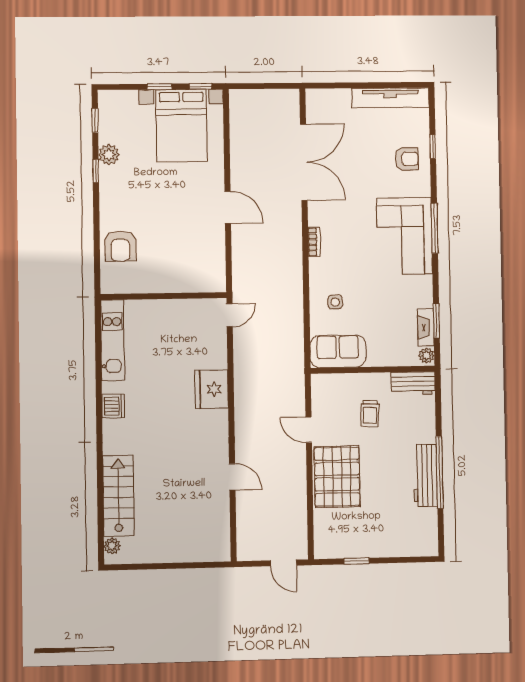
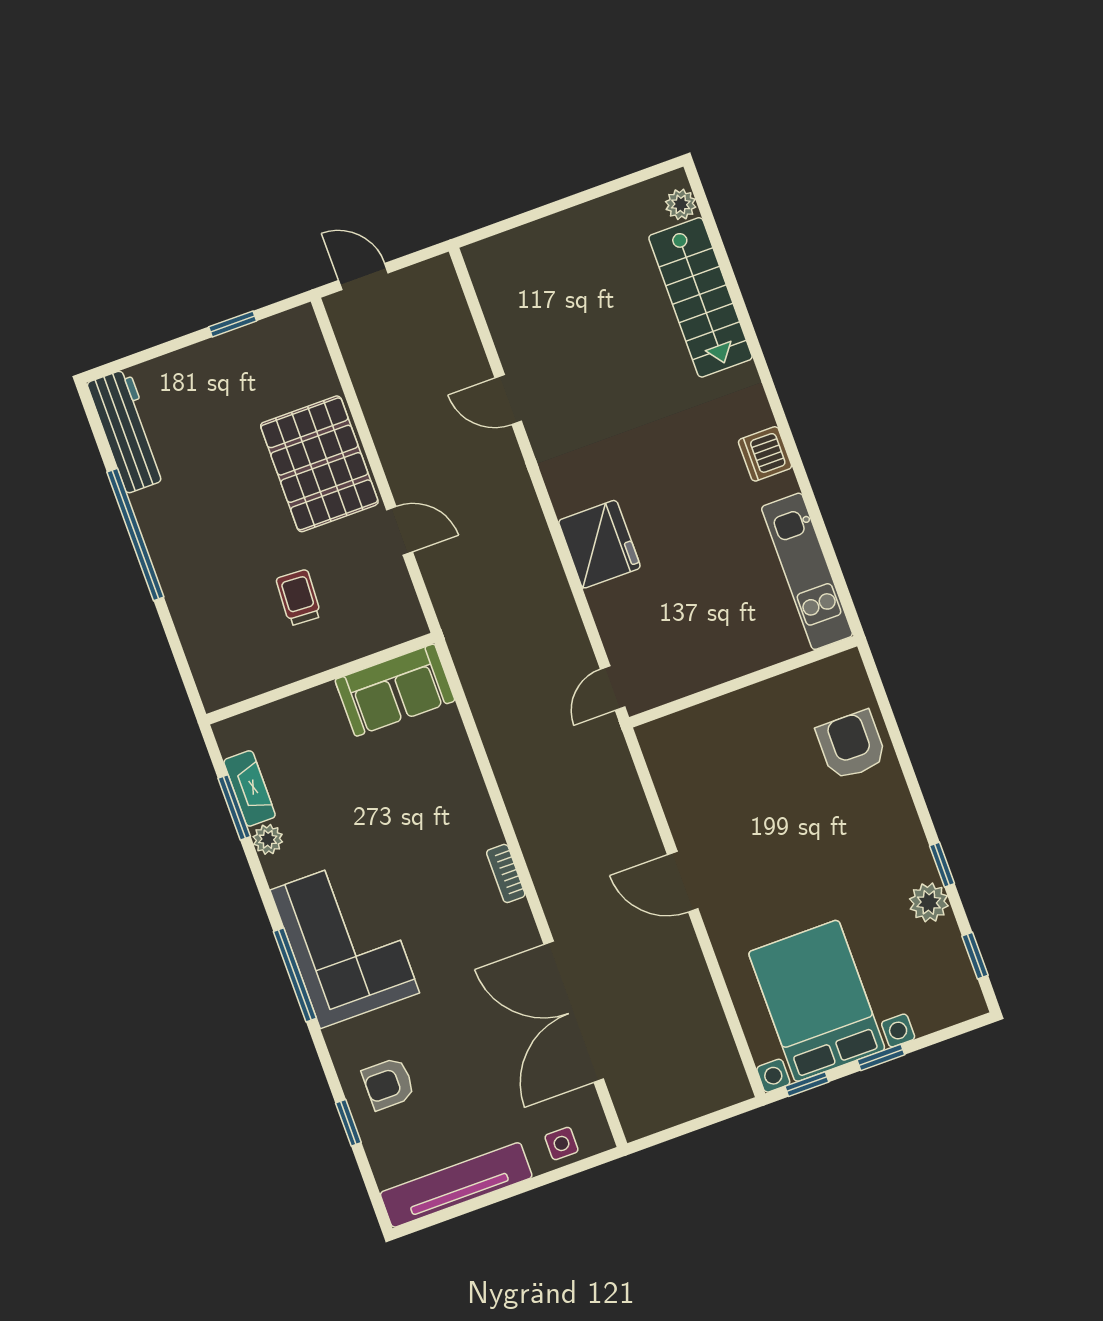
side table: (335, 302) -> (562, 1143), moved
plant: (426, 356) -> (268, 839), moved
workbench: (413, 383) -> (238, 679), removed
workbench: (425, 475) -> (127, 431), moved

